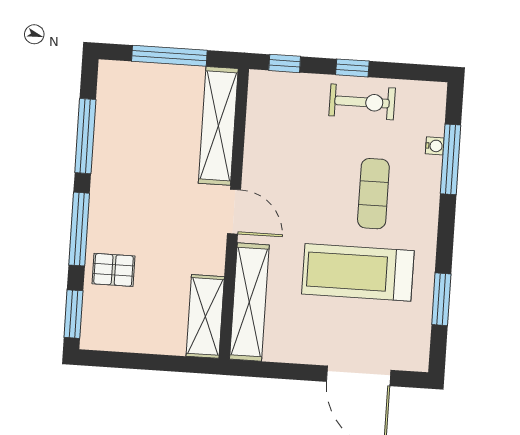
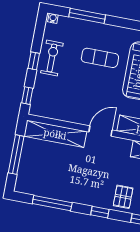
water cooler: (435, 146) -> (53, 18), moved
window: (79, 229) -> (100, 212), width x0.46

